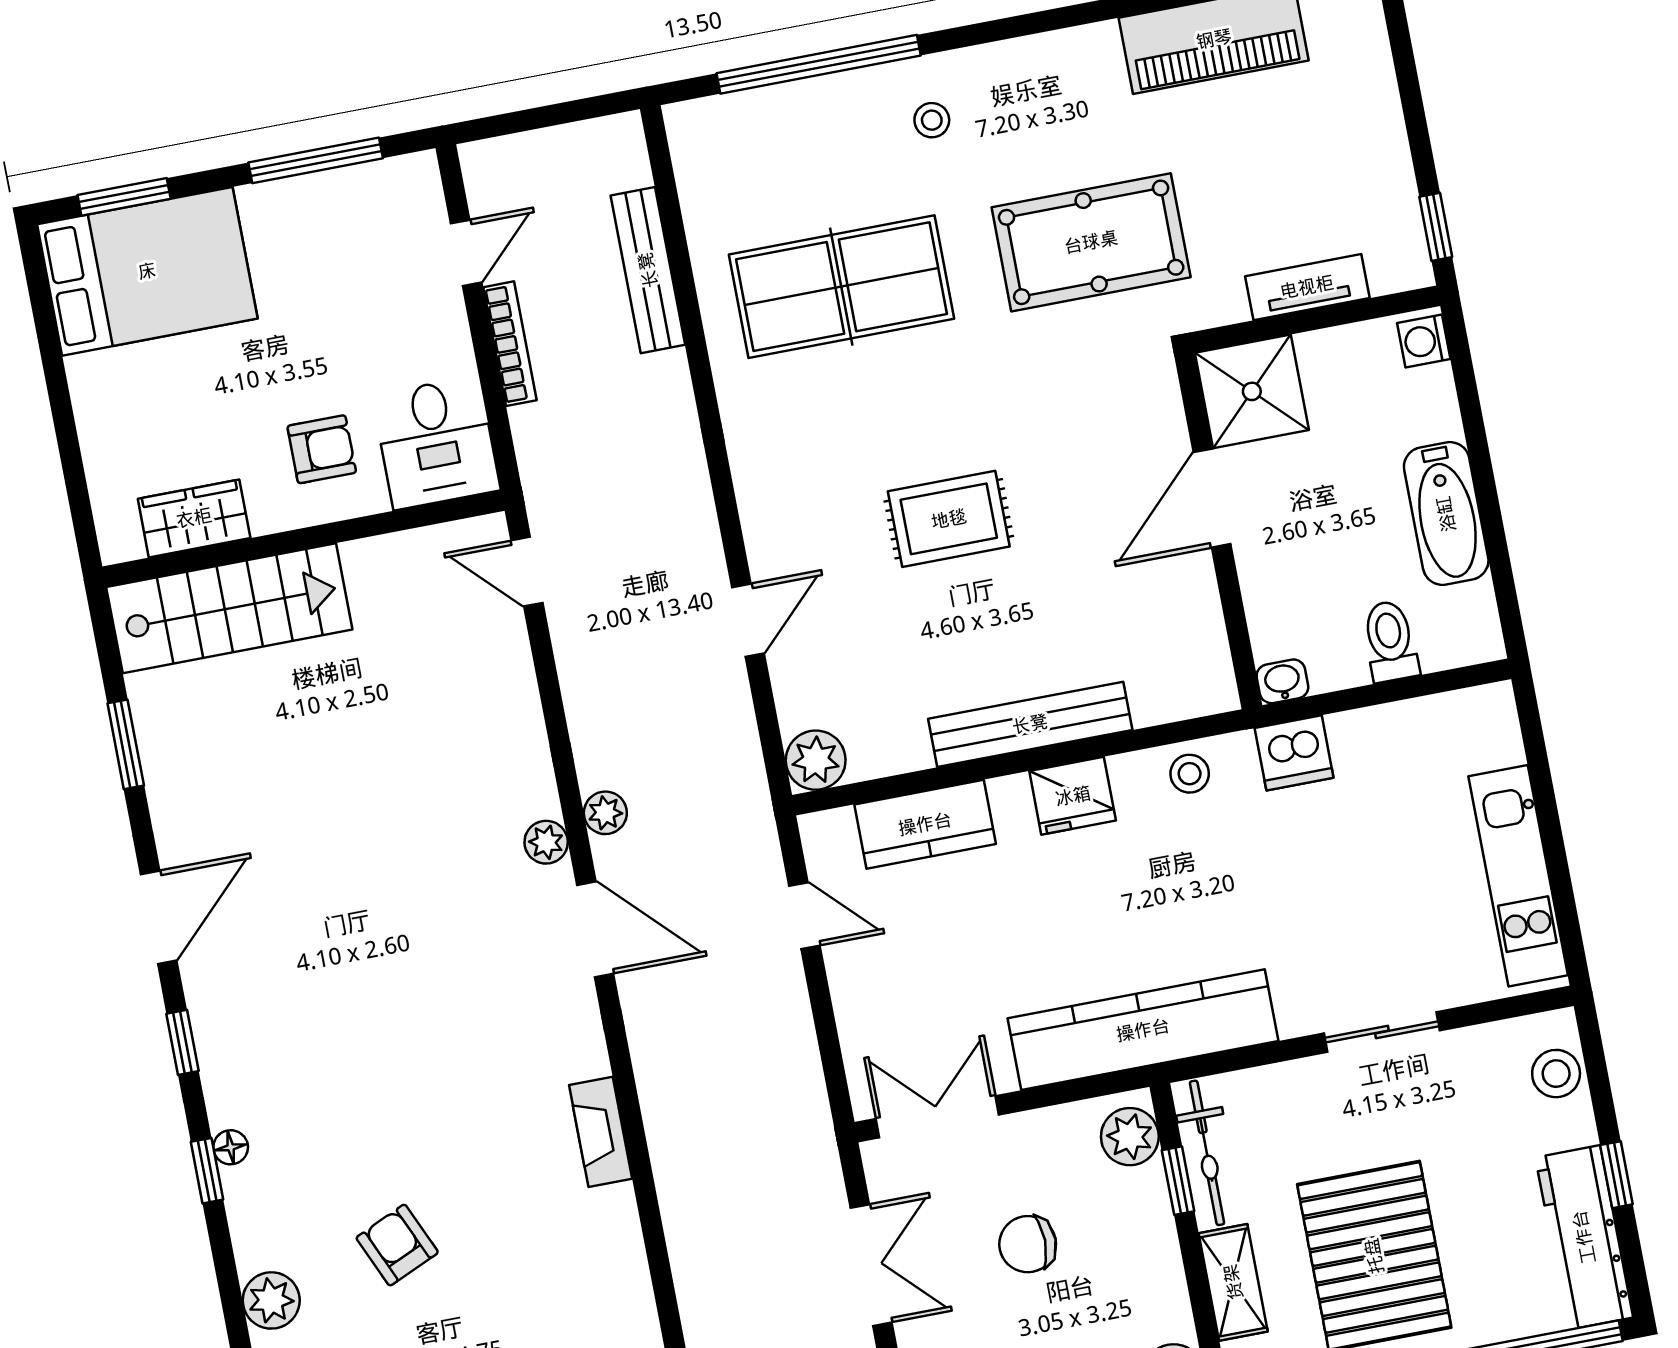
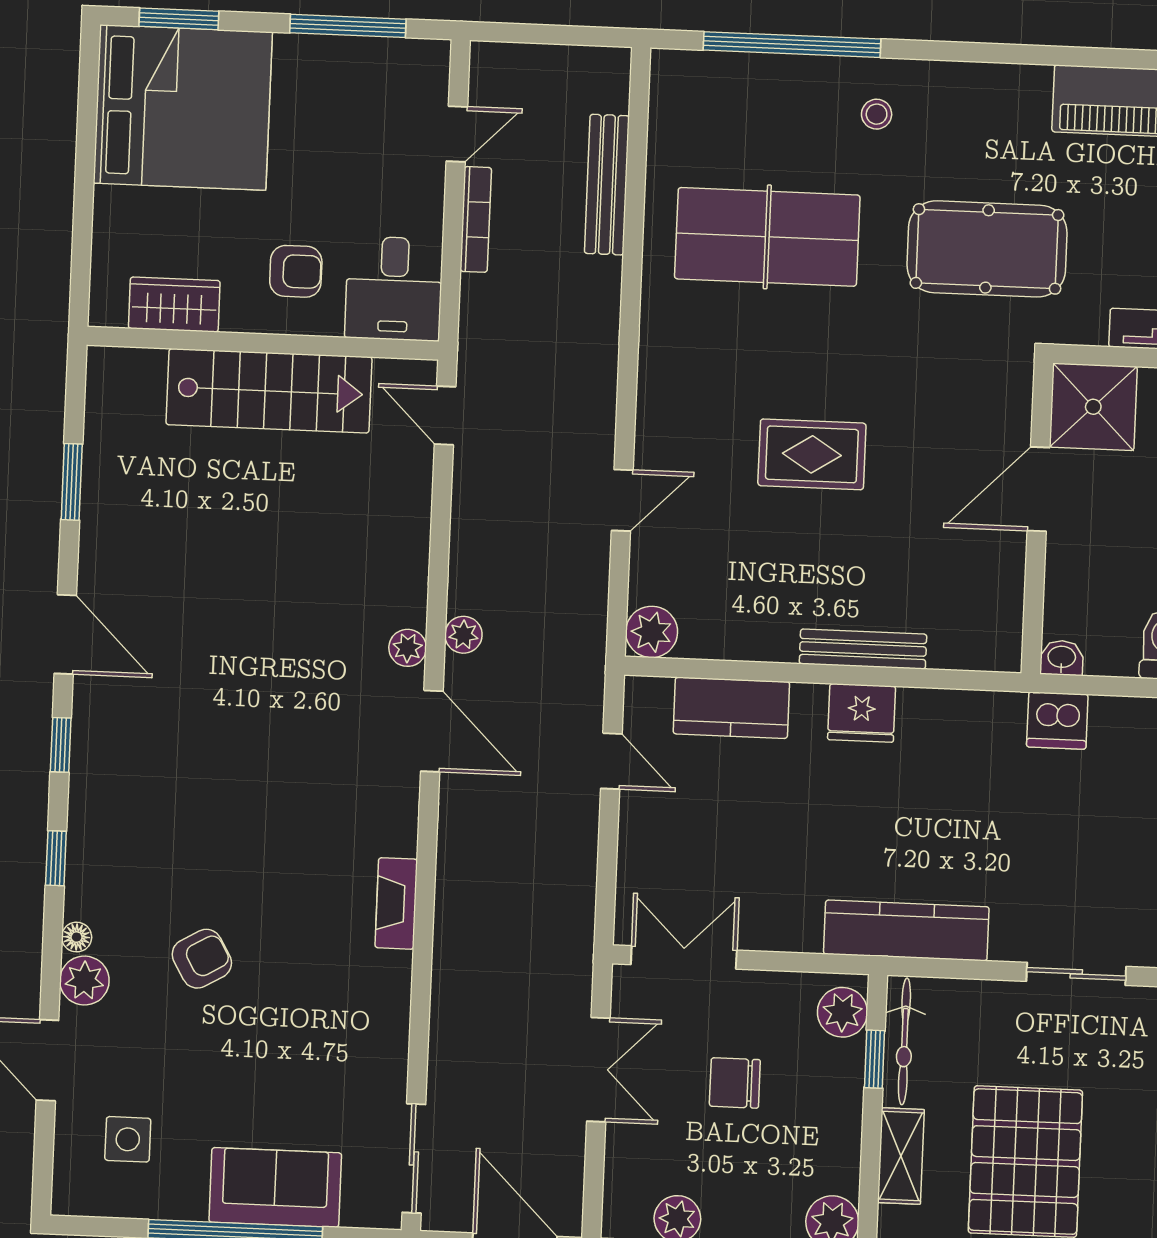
bed: (147, 271) -> (183, 108), width x1.36
stairs: (229, 608) -> (269, 391), moved
bench: (1030, 724) -> (863, 649), width x0.73, depth x0.82
stool: (1190, 774) -> (965, 717), removed
door: (159, 917) -> (65, 634), hinge flipped
kitchen counter: (1143, 1030) -> (906, 930), width x0.72, depth x0.86
floor lamp: (231, 1147) -> (77, 937), moved
armchair: (397, 1245) -> (202, 959), turned 84

